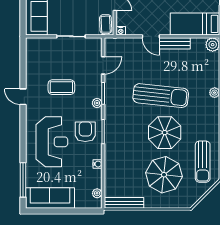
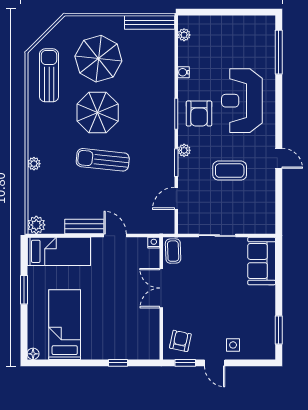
sun lounger: (161, 96) -> (103, 160), width x0.73, depth x0.75
sofa: (50, 198) -> (244, 29), removed

